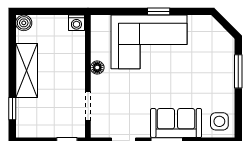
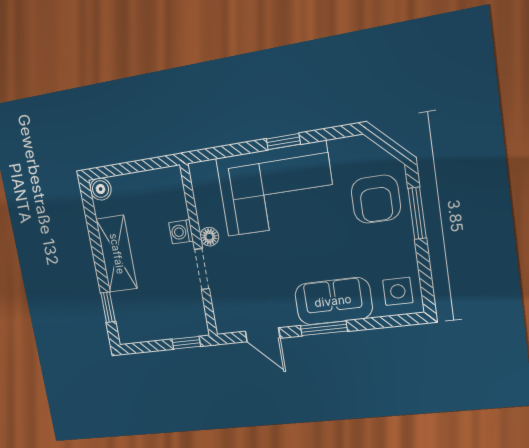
washing machine: (76, 23) -> (181, 232), moved, turned 90
armchair: (213, 58) -> (376, 199), added
doorway: (88, 106) -> (202, 269), moved

